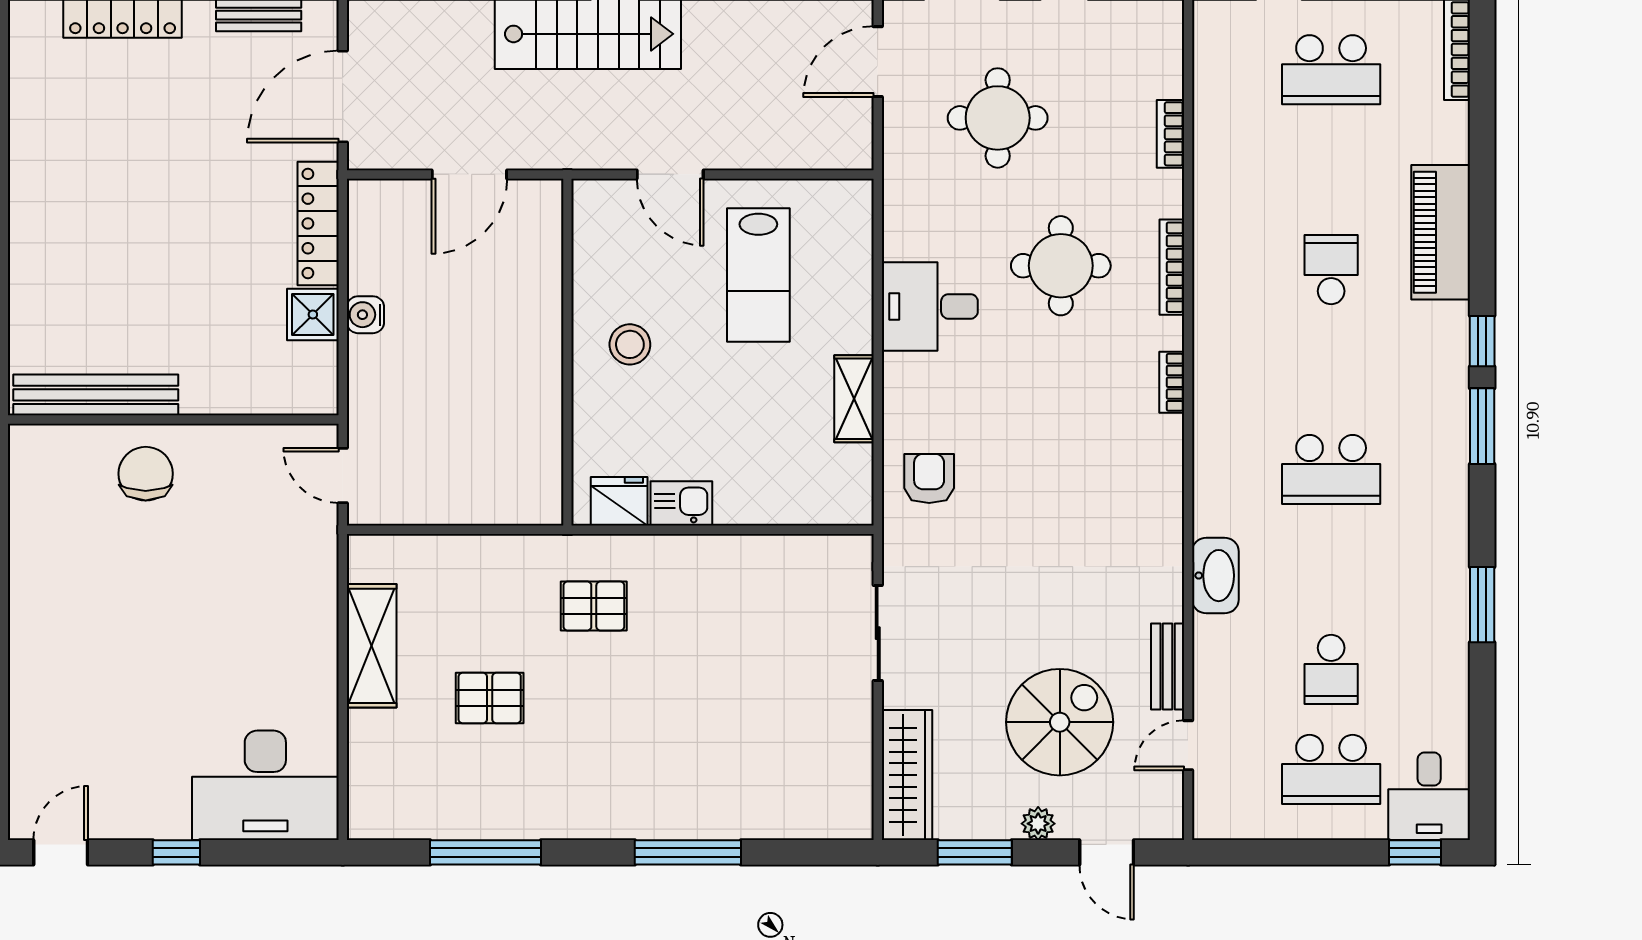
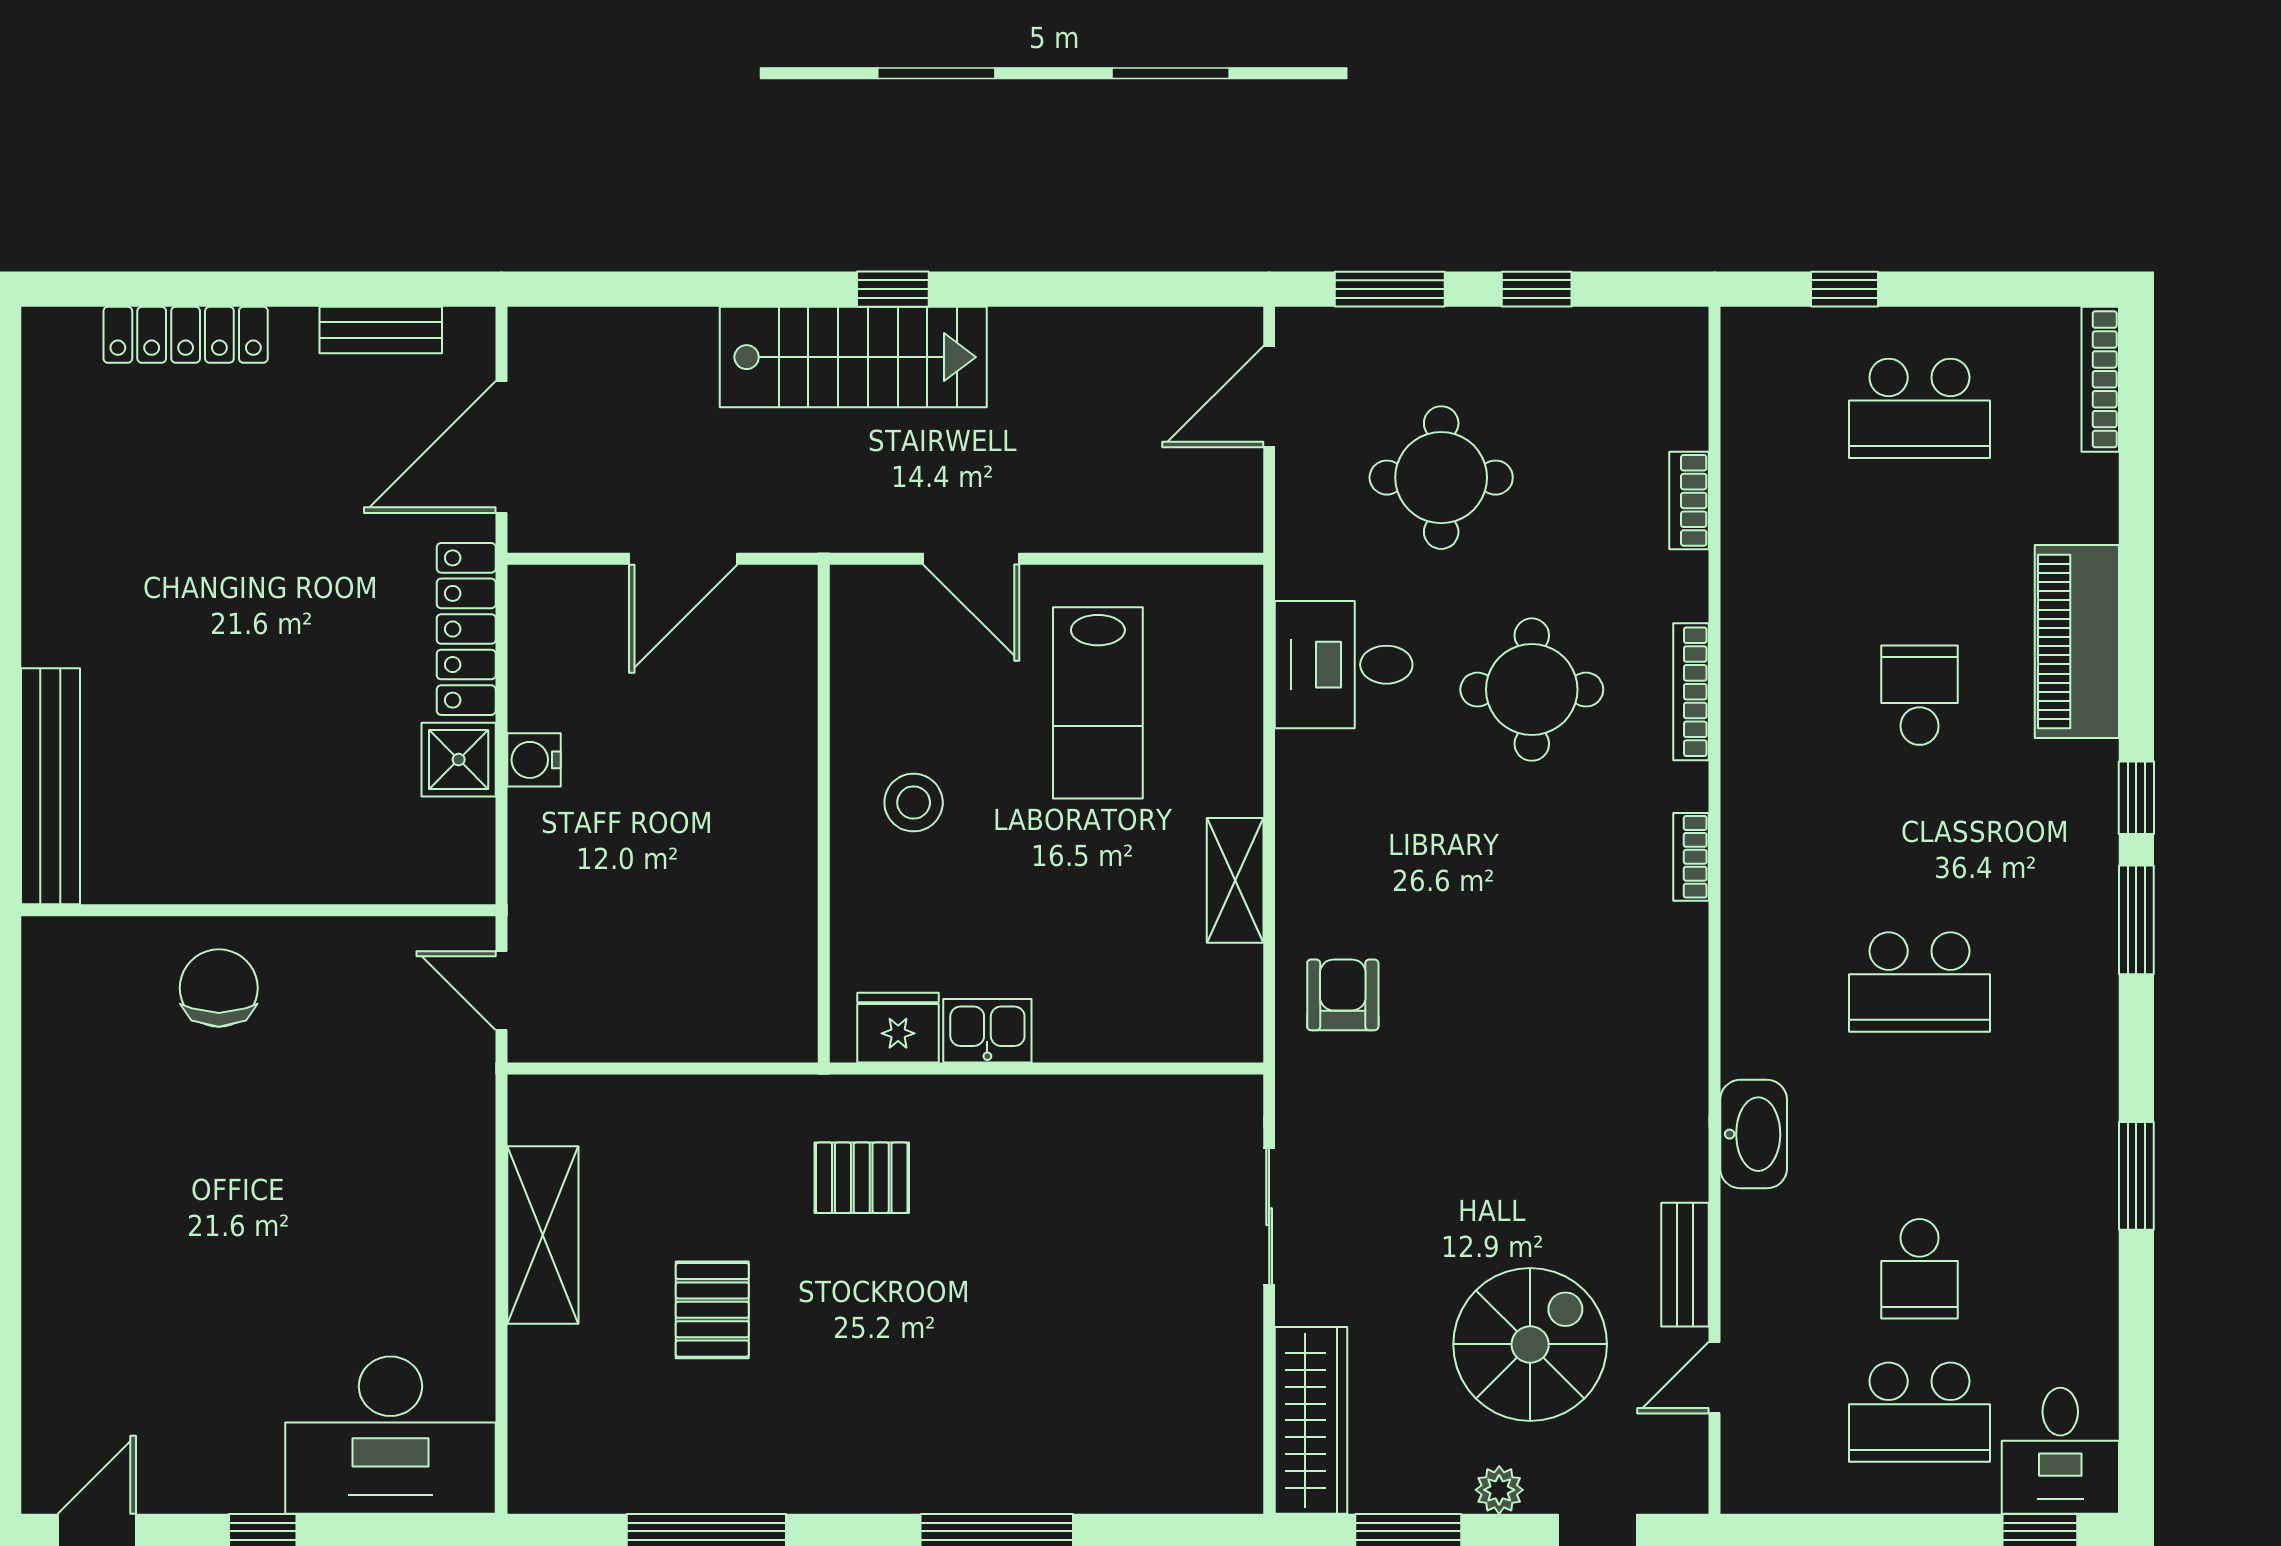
desk: (930, 306) -> (1344, 665), moved
bench: (96, 395) -> (50, 786), moved, turned 90
pallet: (490, 698) -> (712, 1310), turned 90

